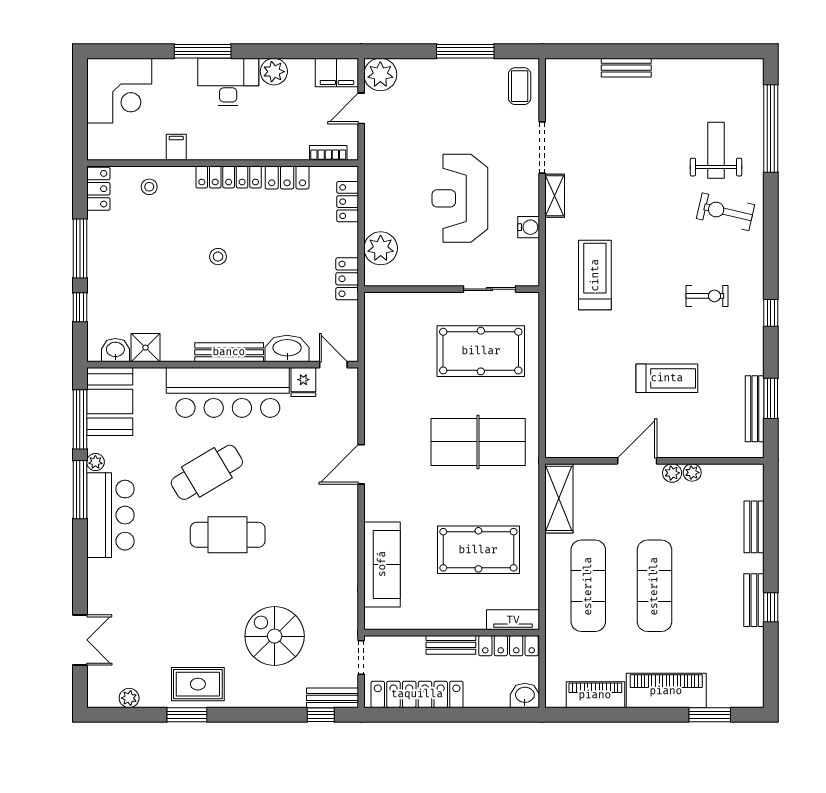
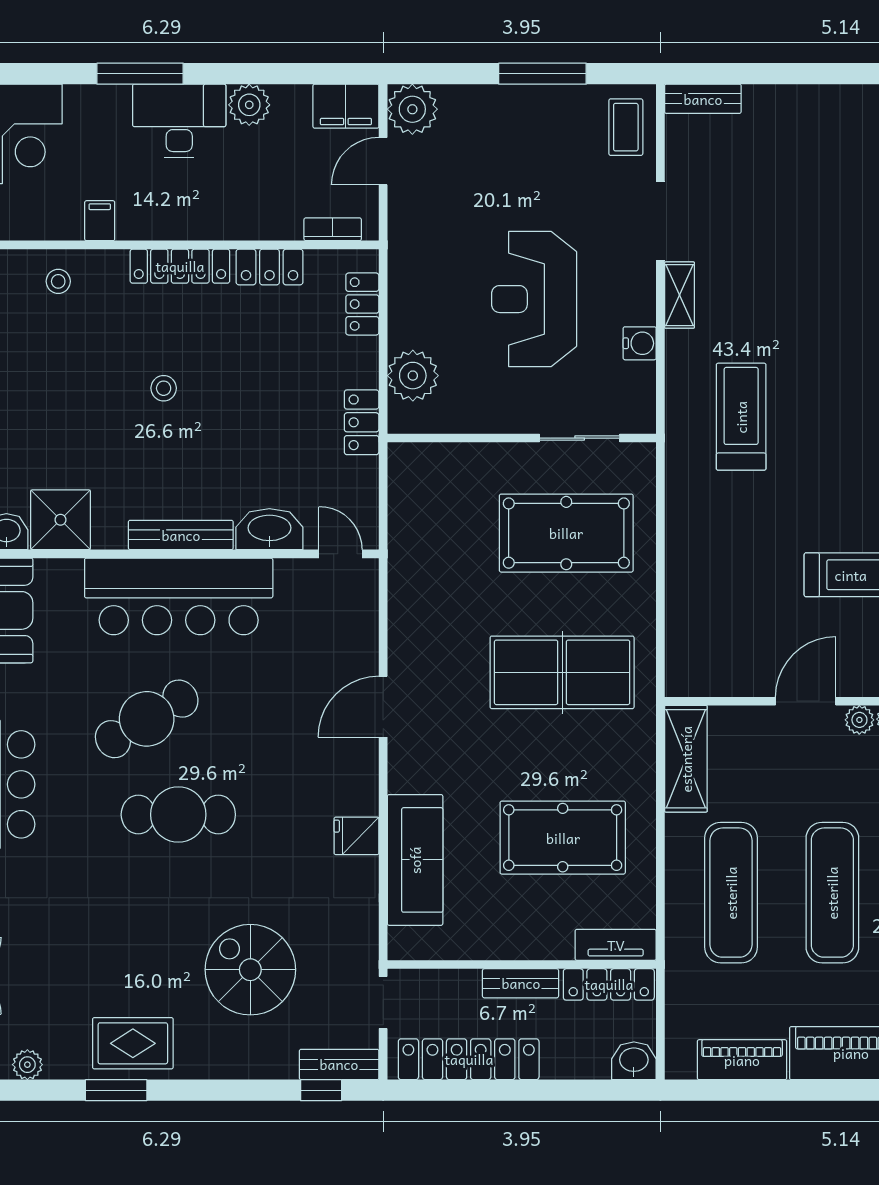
bench: (626, 68) -> (703, 99), moved
shower: (145, 348) -> (60, 520), width x1.36, depth x1.36
fridge: (303, 382) -> (356, 836), moved, turned 90

